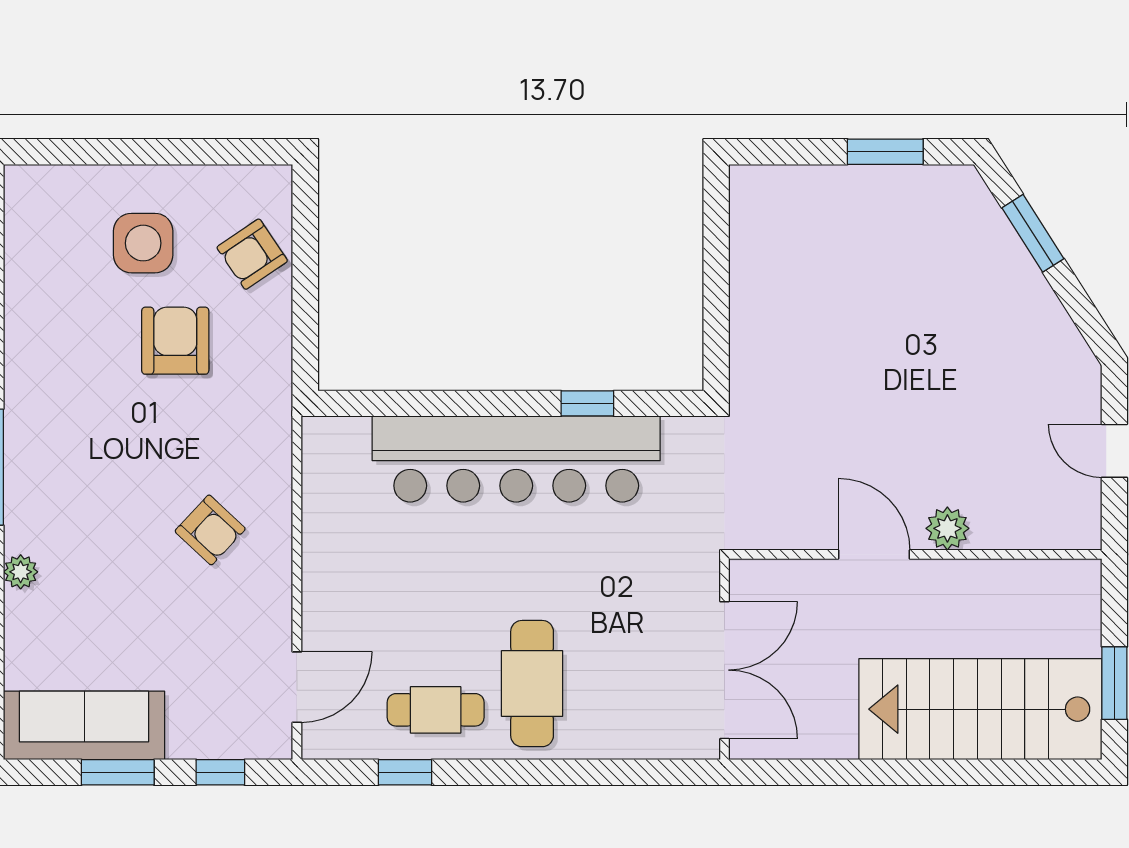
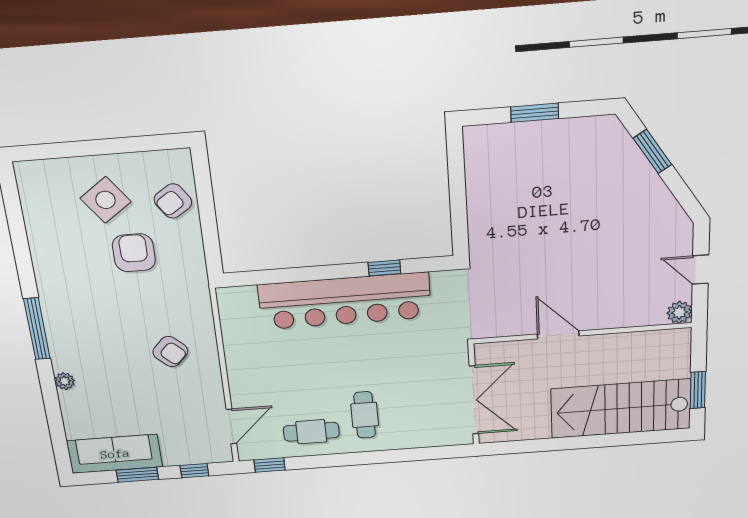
window: (885, 152) -> (535, 113), moved
side table: (143, 243) -> (106, 200), turned -36
plant: (947, 528) -> (679, 312), moved
cafe table: (532, 684) -> (365, 415), width x0.73, depth x0.74
window: (405, 772) -> (270, 465), moved

